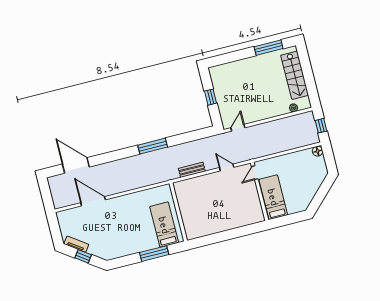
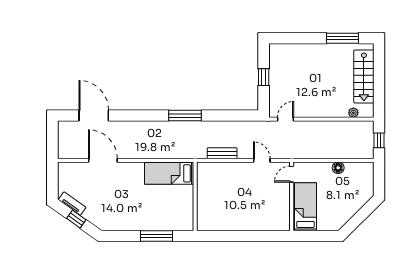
floor lamp: (318, 151) -> (338, 168), moved
bed: (164, 225) -> (169, 173), moved, turned -90

